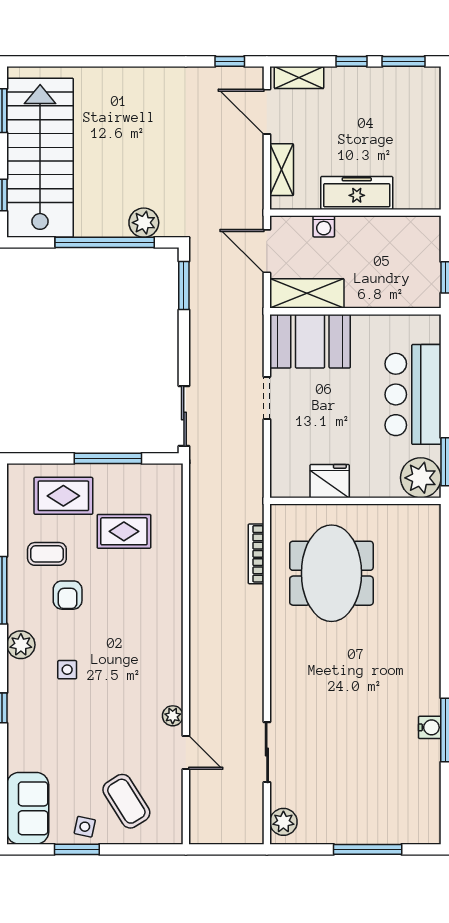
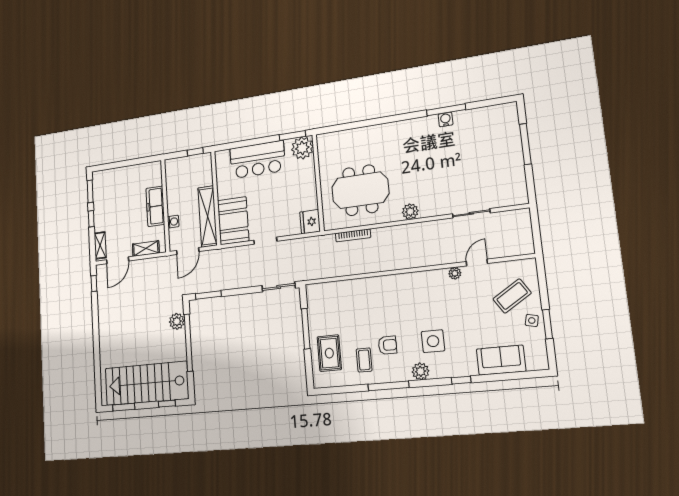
shelving: (307, 293) -> (208, 216), width x1.47
fridge: (330, 481) -> (310, 222), moved
rug: (124, 531) -> (347, 315), removed
side table: (67, 670) -> (433, 341), width x1.87, depth x1.87
sofa: (28, 808) -> (501, 360), moved
plant: (283, 822) -> (410, 212), moved

